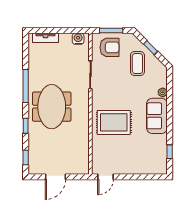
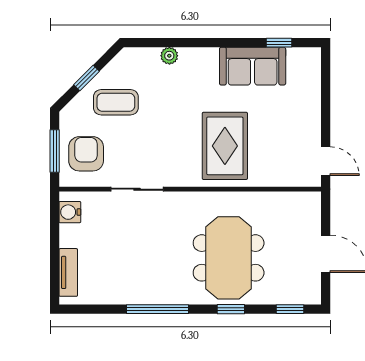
meeting table: (52, 107) -> (229, 258), moved, turned 90
sofa: (157, 116) -> (253, 66), moved

